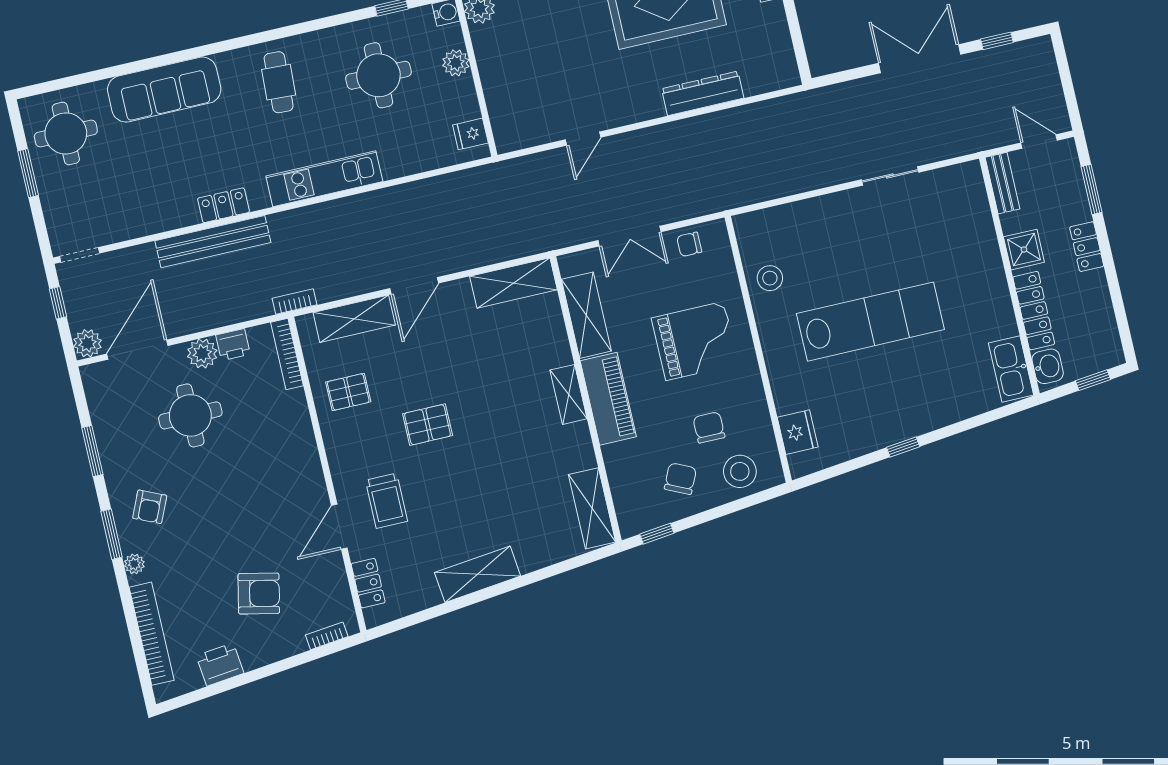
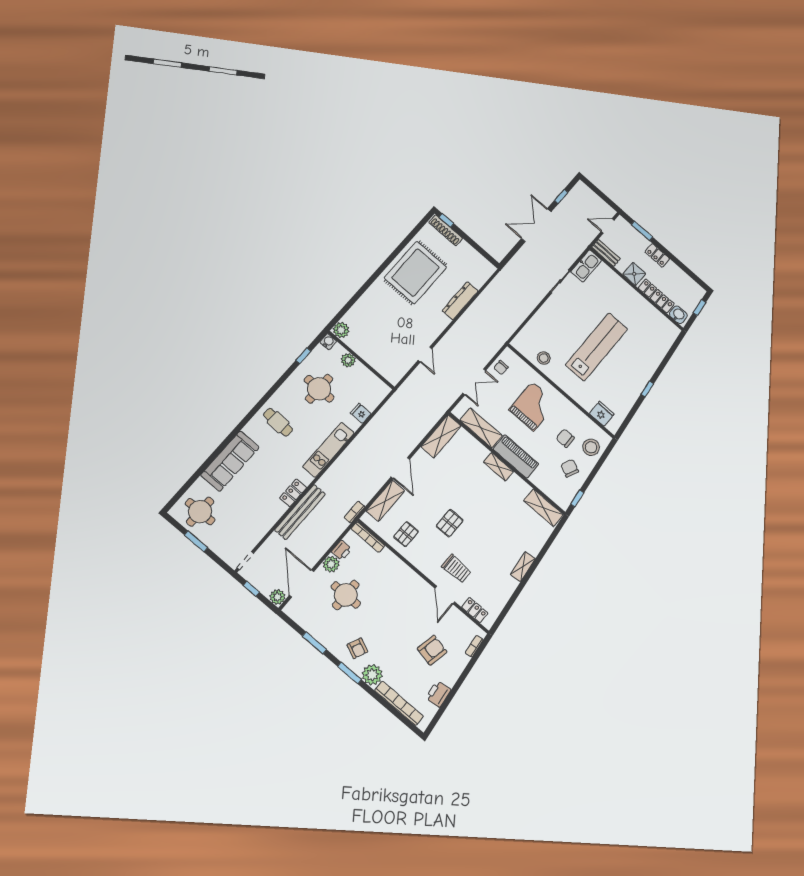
fridge: (470, 134) -> (361, 413), moved, turned 90
kitchen sink: (1011, 369) -> (586, 266), moved, turned -90
plant: (134, 564) -> (372, 675), width x1.88, depth x1.88
shelving: (478, 574) -> (523, 567), width x0.67, depth x0.75

